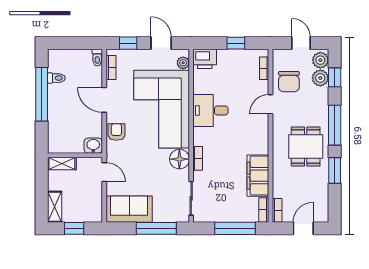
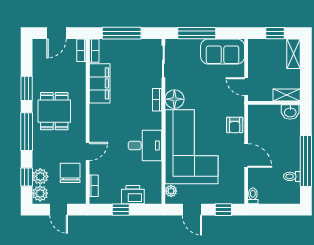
printer: (205, 59) -> (133, 195), moved
bookcase: (111, 68) -> (240, 186), removed
washbasin: (93, 146) -> (290, 112), moved

